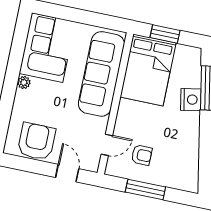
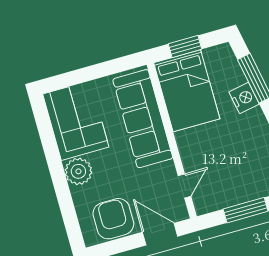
plant: (24, 82) -> (78, 171), width x1.88, depth x1.88
armchair: (142, 155) -> (224, 178), removed
door: (67, 173) -> (160, 234), width x1.38

